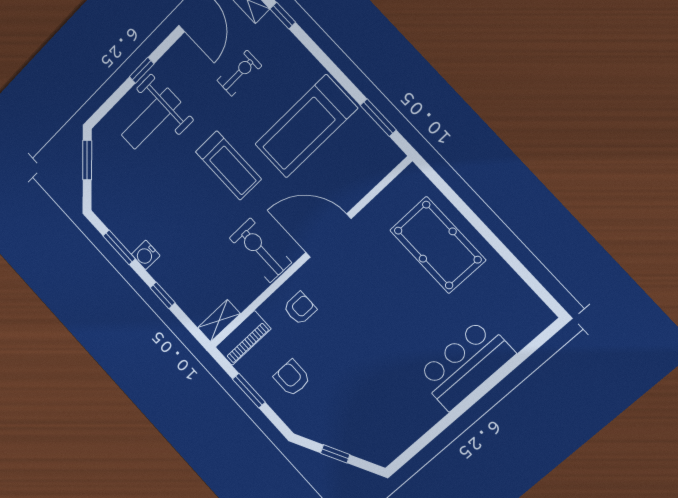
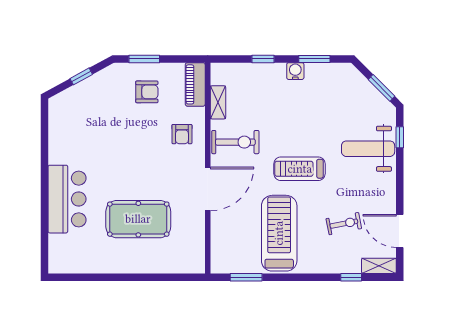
window: (142, 70) -> (400, 137), moved
exercise bike: (239, 73) -> (344, 224), turned -101
weight bench: (151, 119) -> (368, 149), turned -90
pool table: (438, 245) -> (138, 219), moved
shelving: (219, 321) -> (218, 102), moved
window: (249, 391) -> (144, 59), moved

